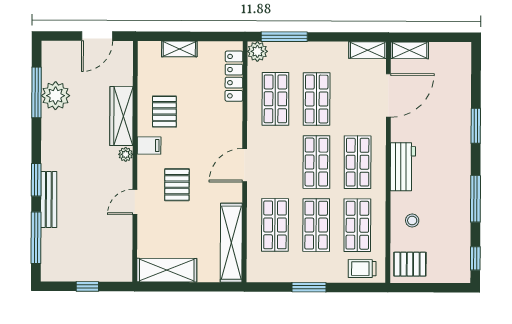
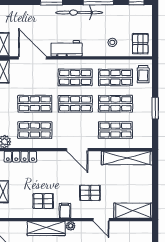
workbench: (403, 167) -> (67, 48), moved
bicycle: (459, 169) -> (79, 13), added
shelving: (167, 270) -> (133, 211), moved, turned 90

